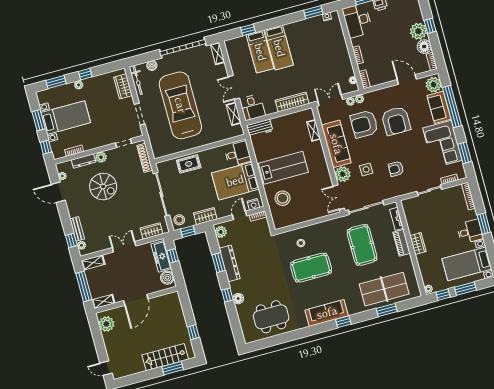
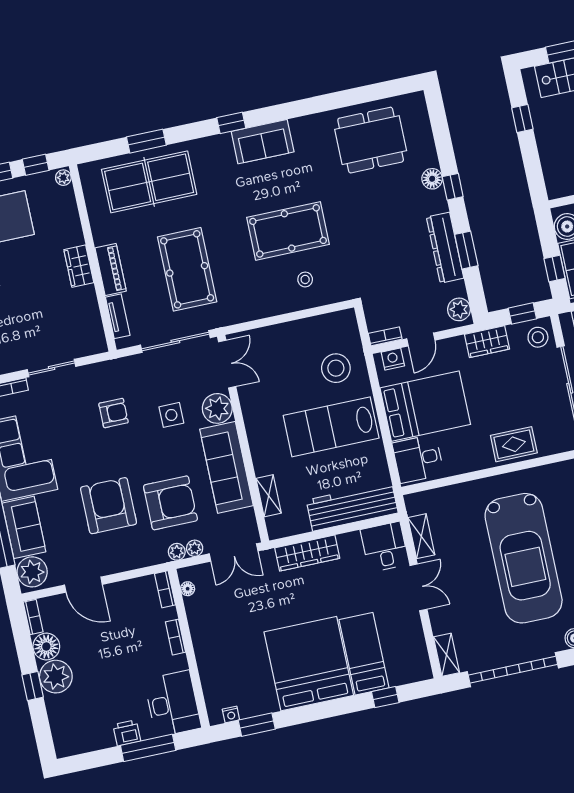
bed: (279, 48) -> (309, 664), width x2.04
workbench: (260, 128) -> (352, 507), width x1.88, depth x1.32
sofa: (327, 313) -> (263, 142), width x0.73

